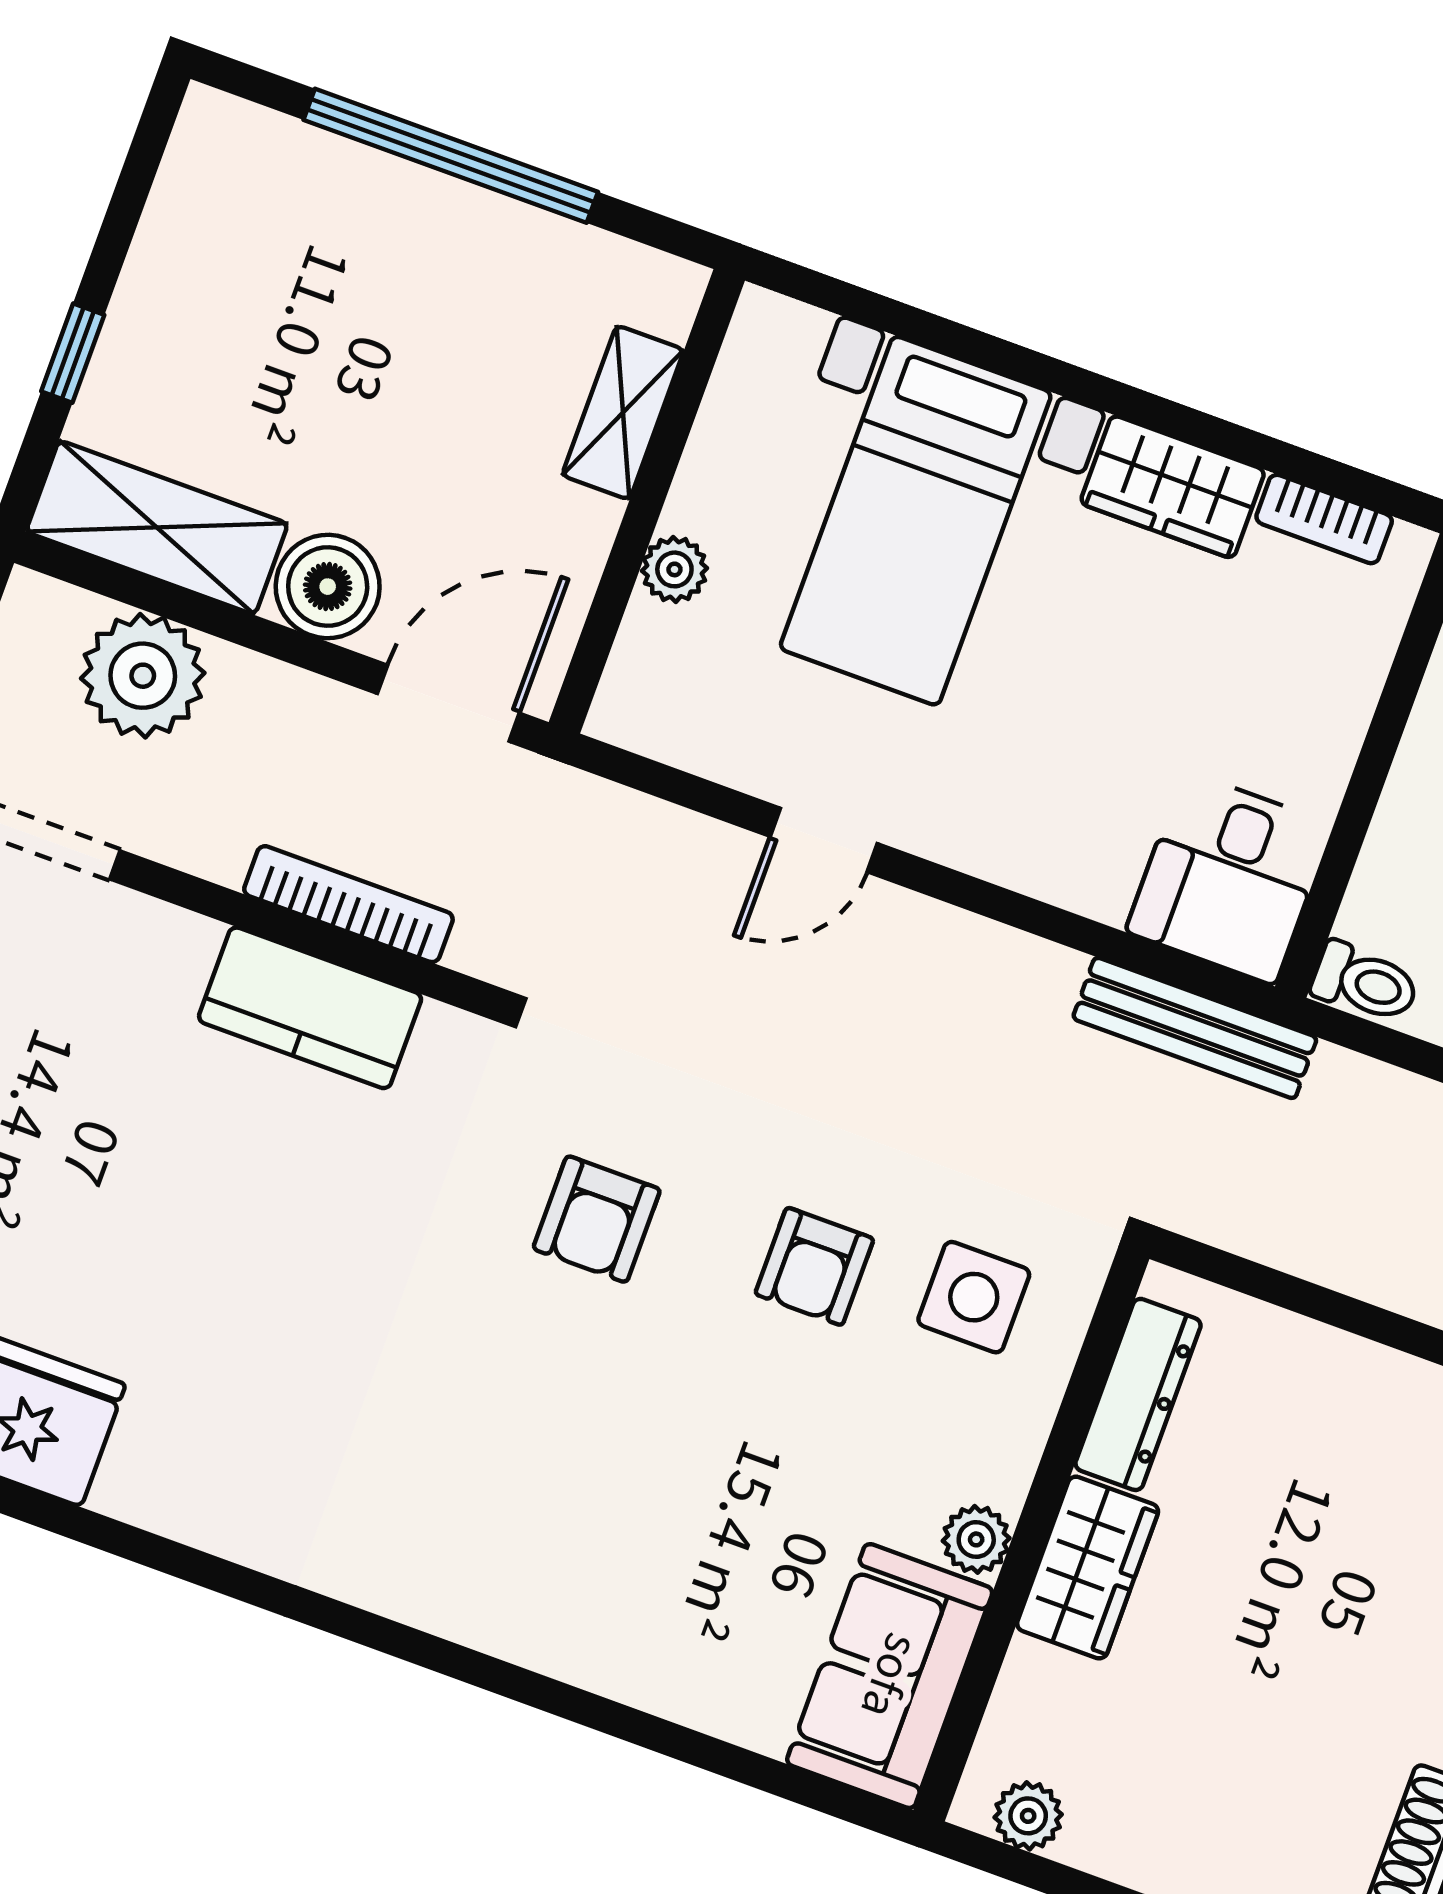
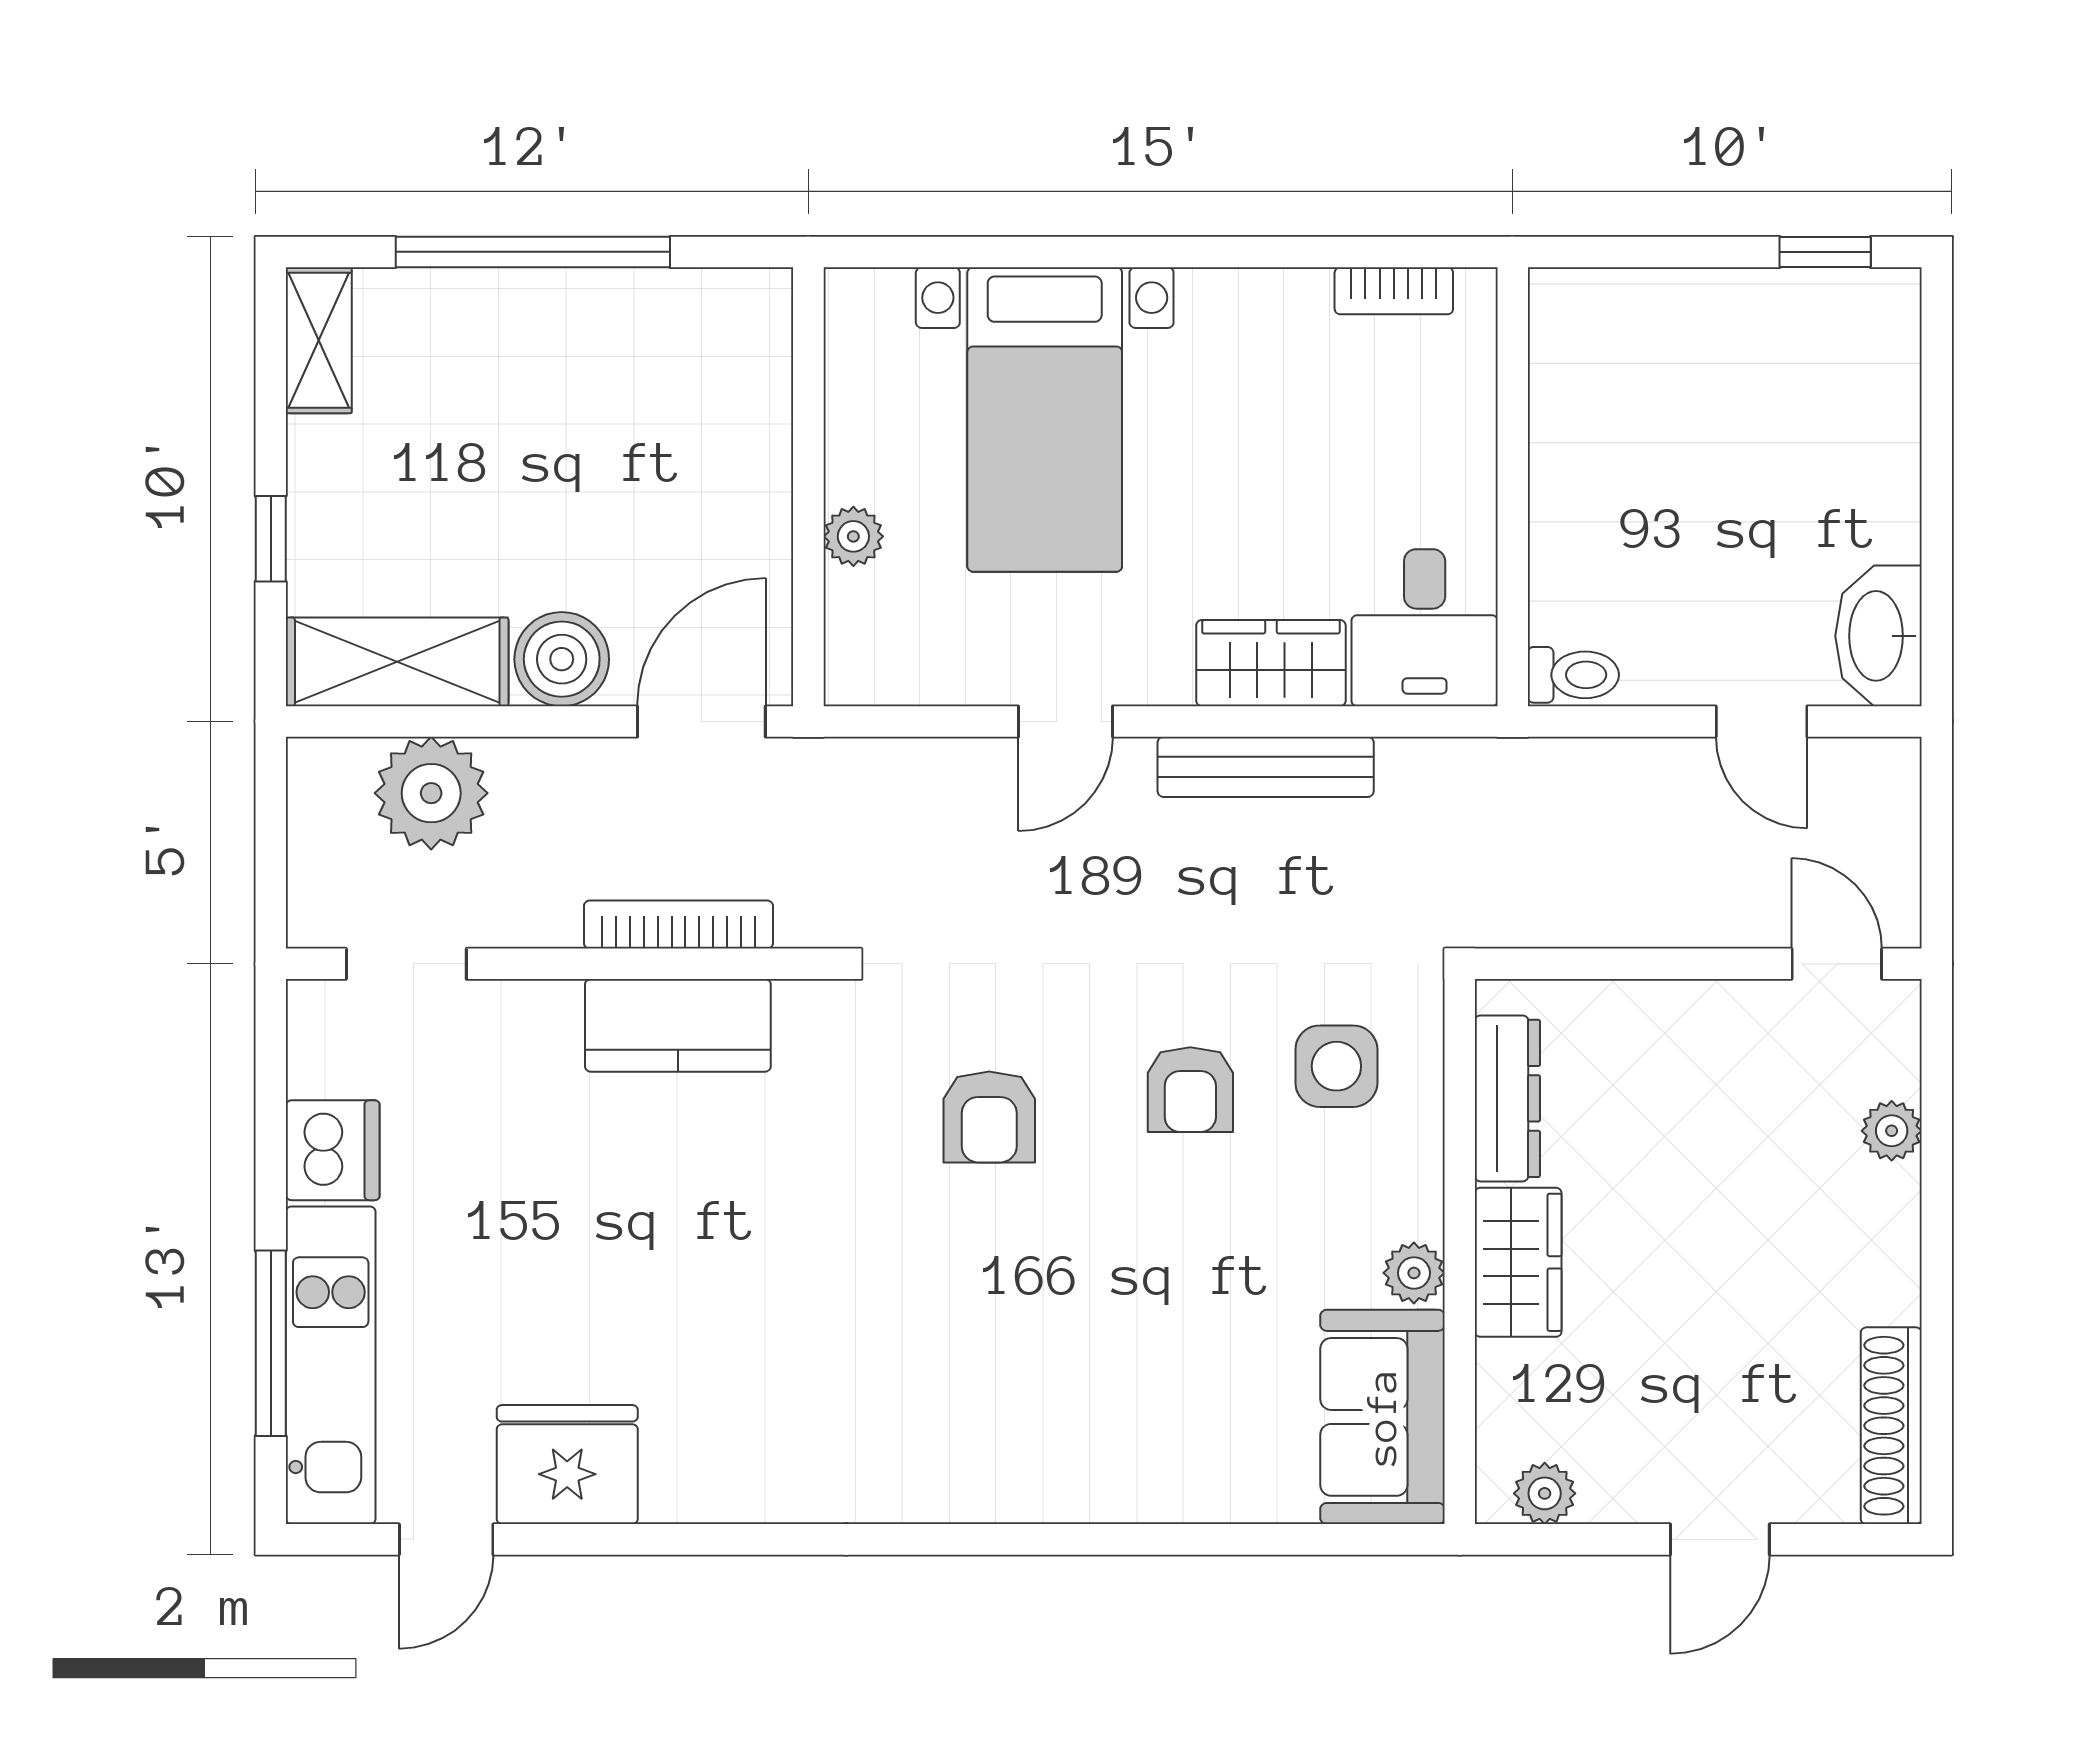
shelving: (623, 413) -> (319, 340), moved
wardrobe: (1173, 487) -> (1271, 663), moved, turned 180
bench: (1195, 1028) -> (1266, 767), moved

